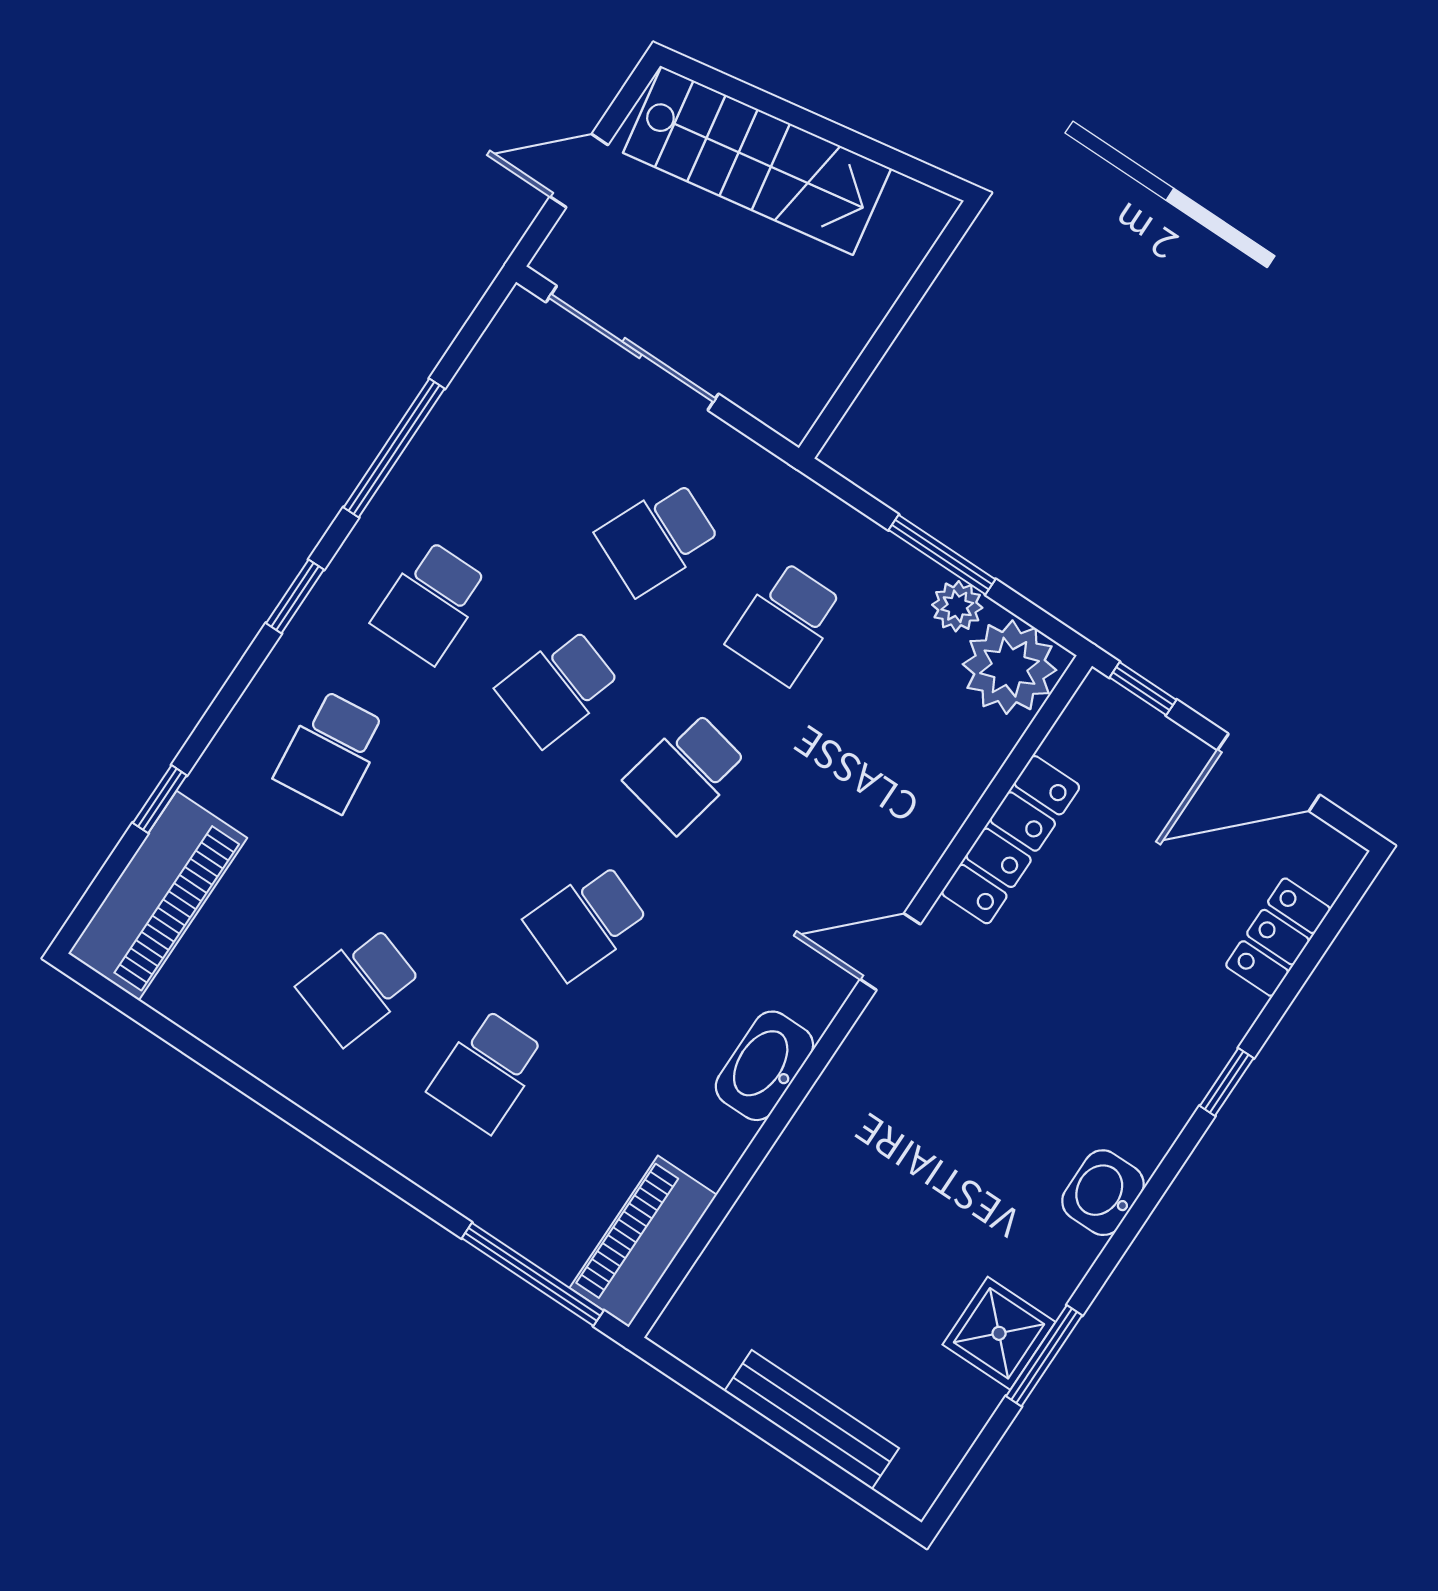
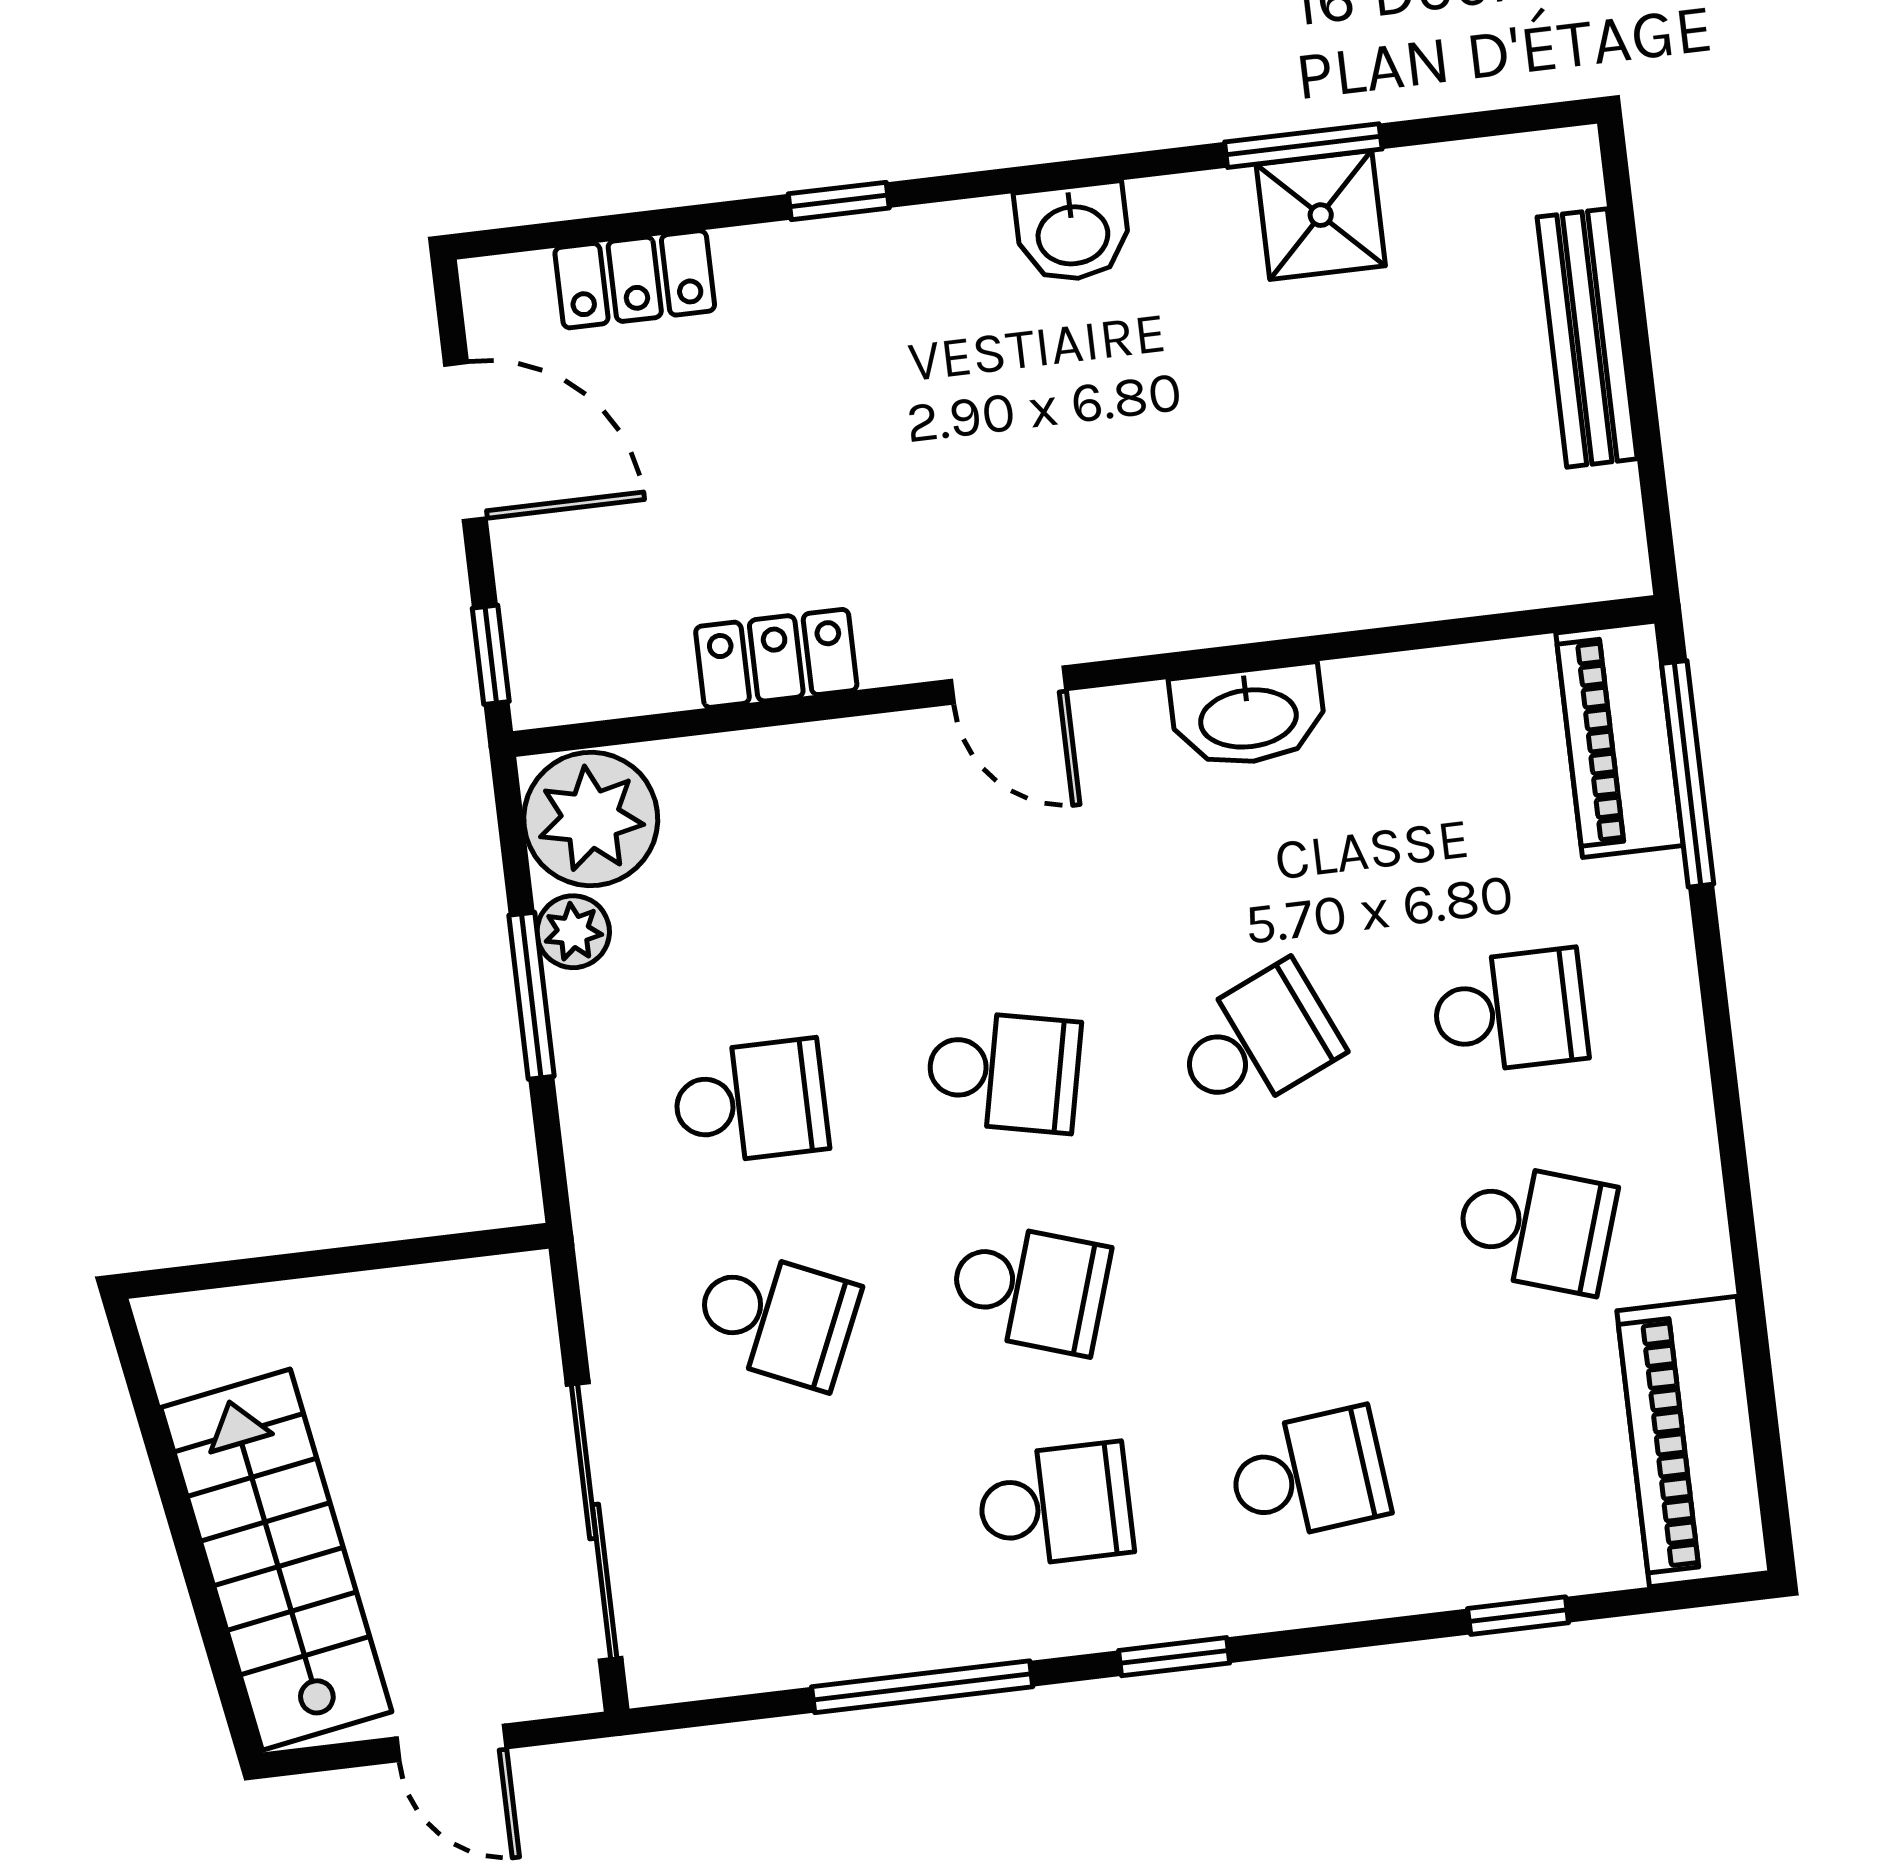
locker: (1011, 840) -> (776, 658), width x0.66
piano: (158, 896) -> (1693, 1442), moved, turned -90
school desk: (586, 922) -> (1257, 1041), turned -45
piano: (643, 1241) -> (1620, 739), moved, turned 90

